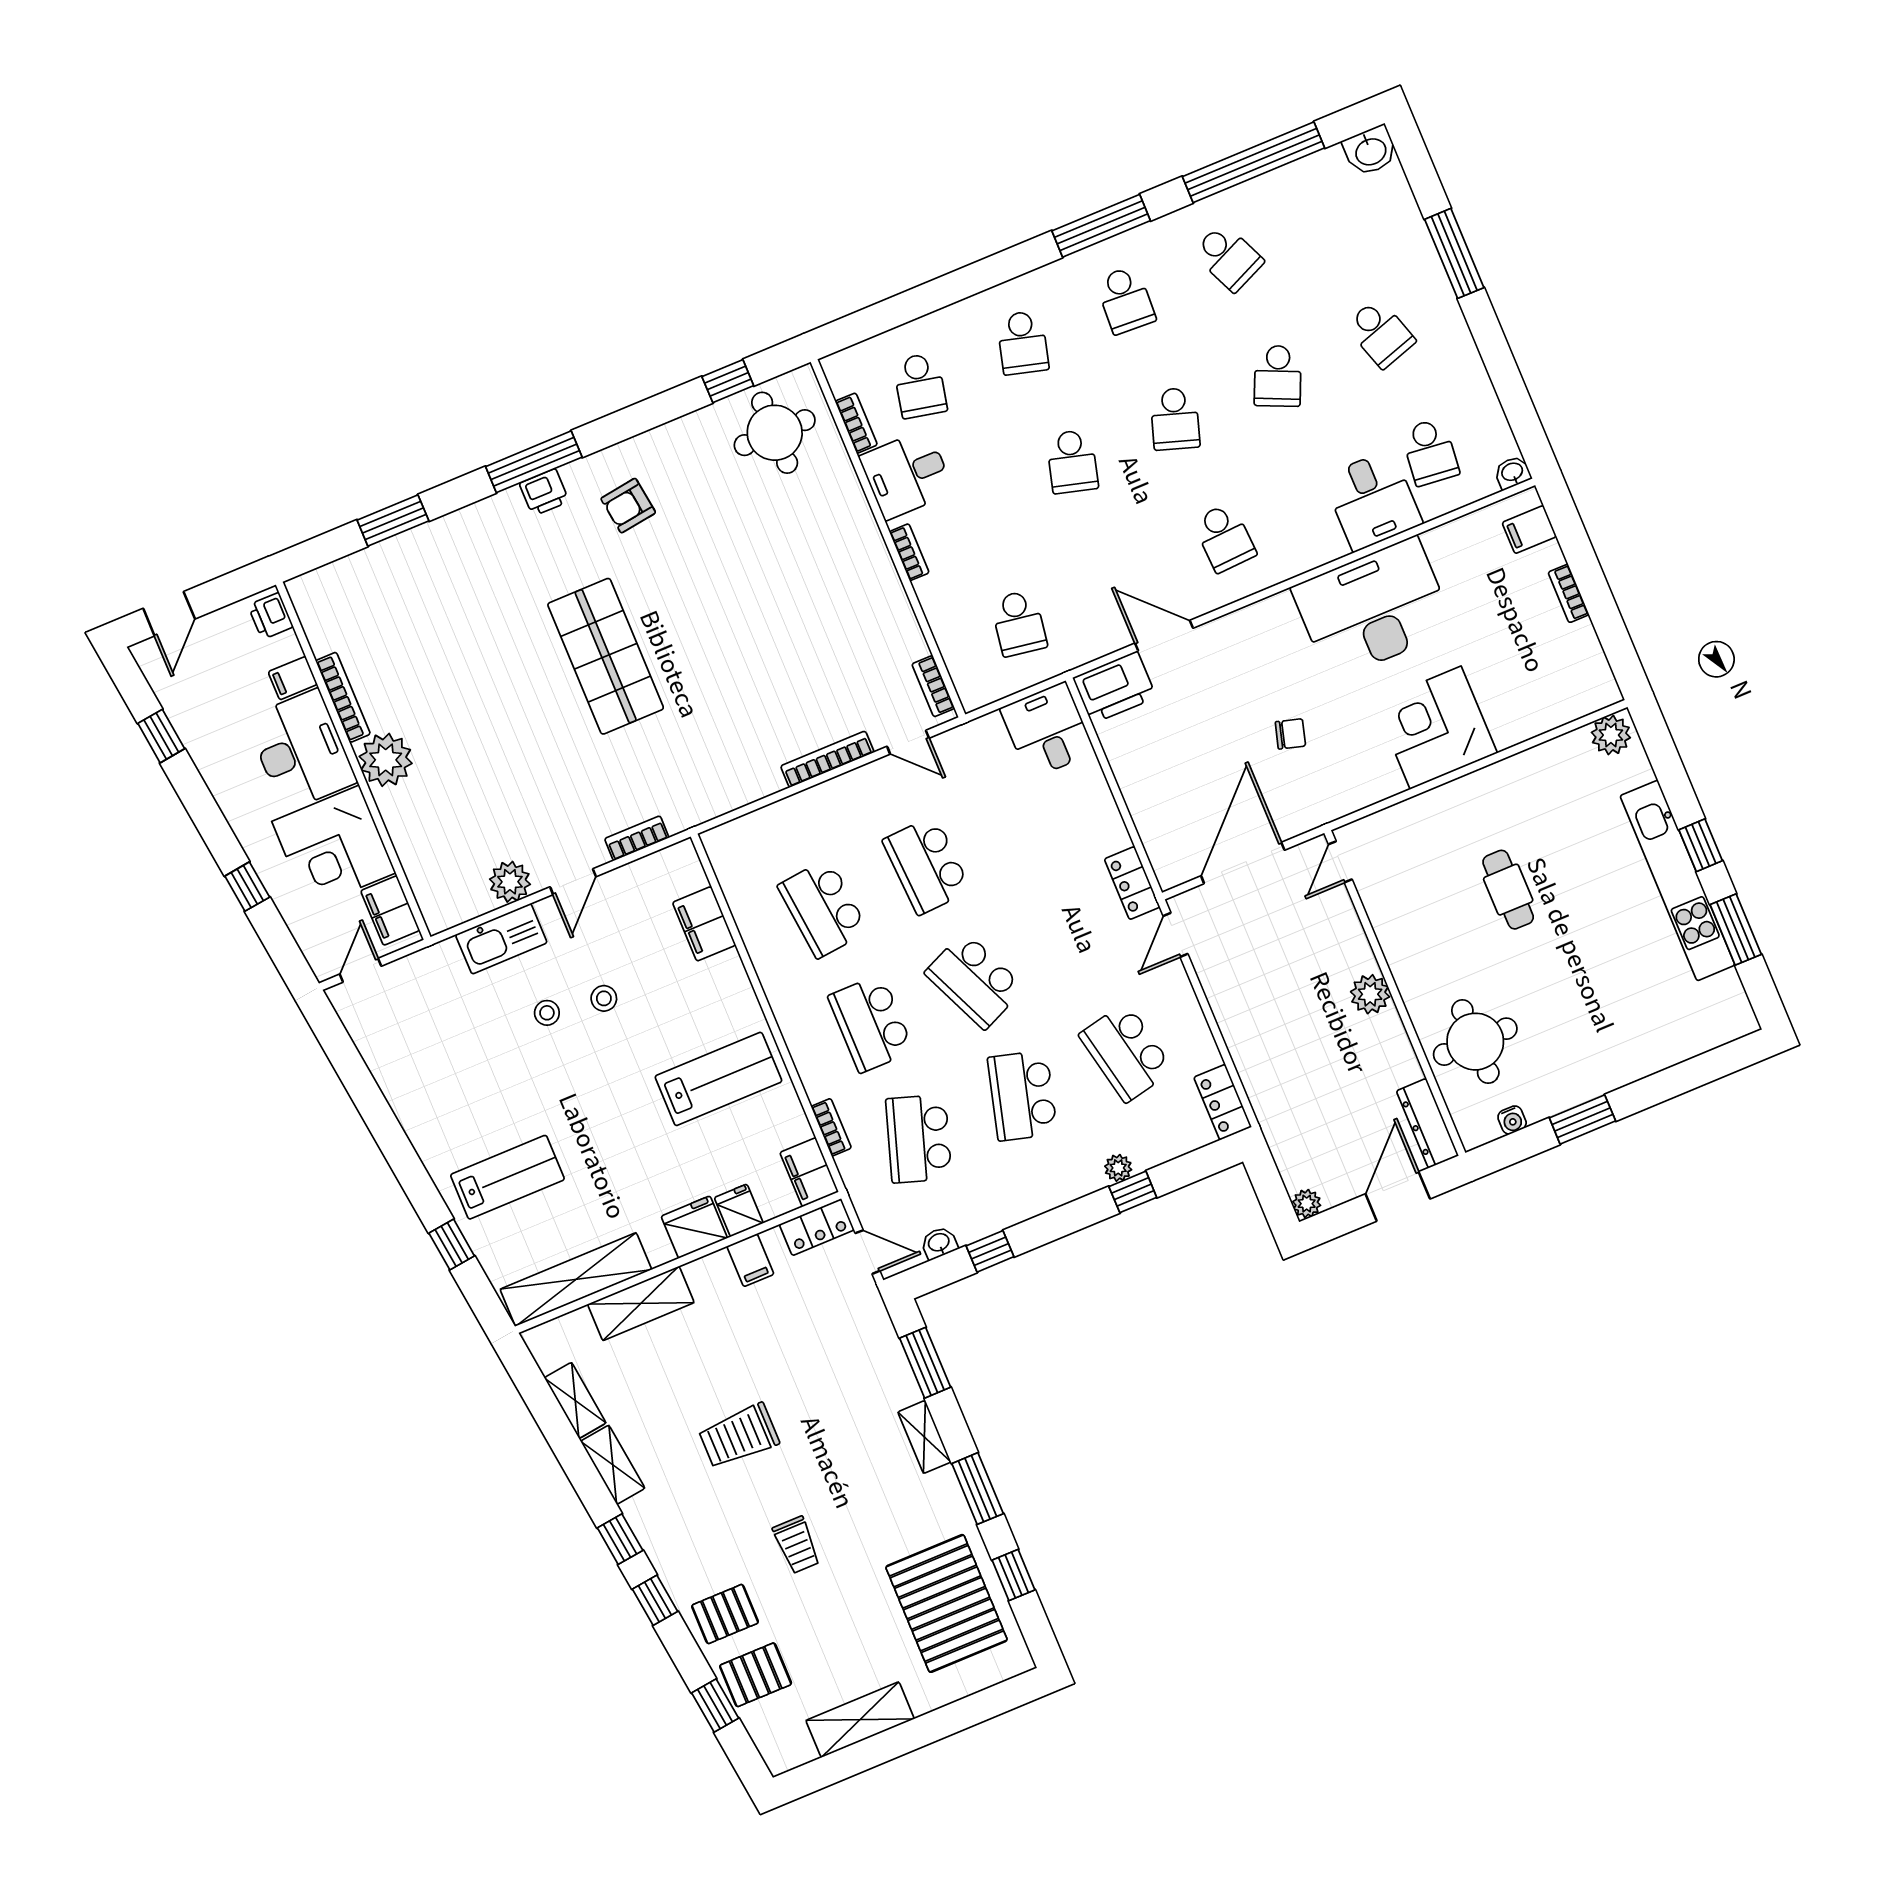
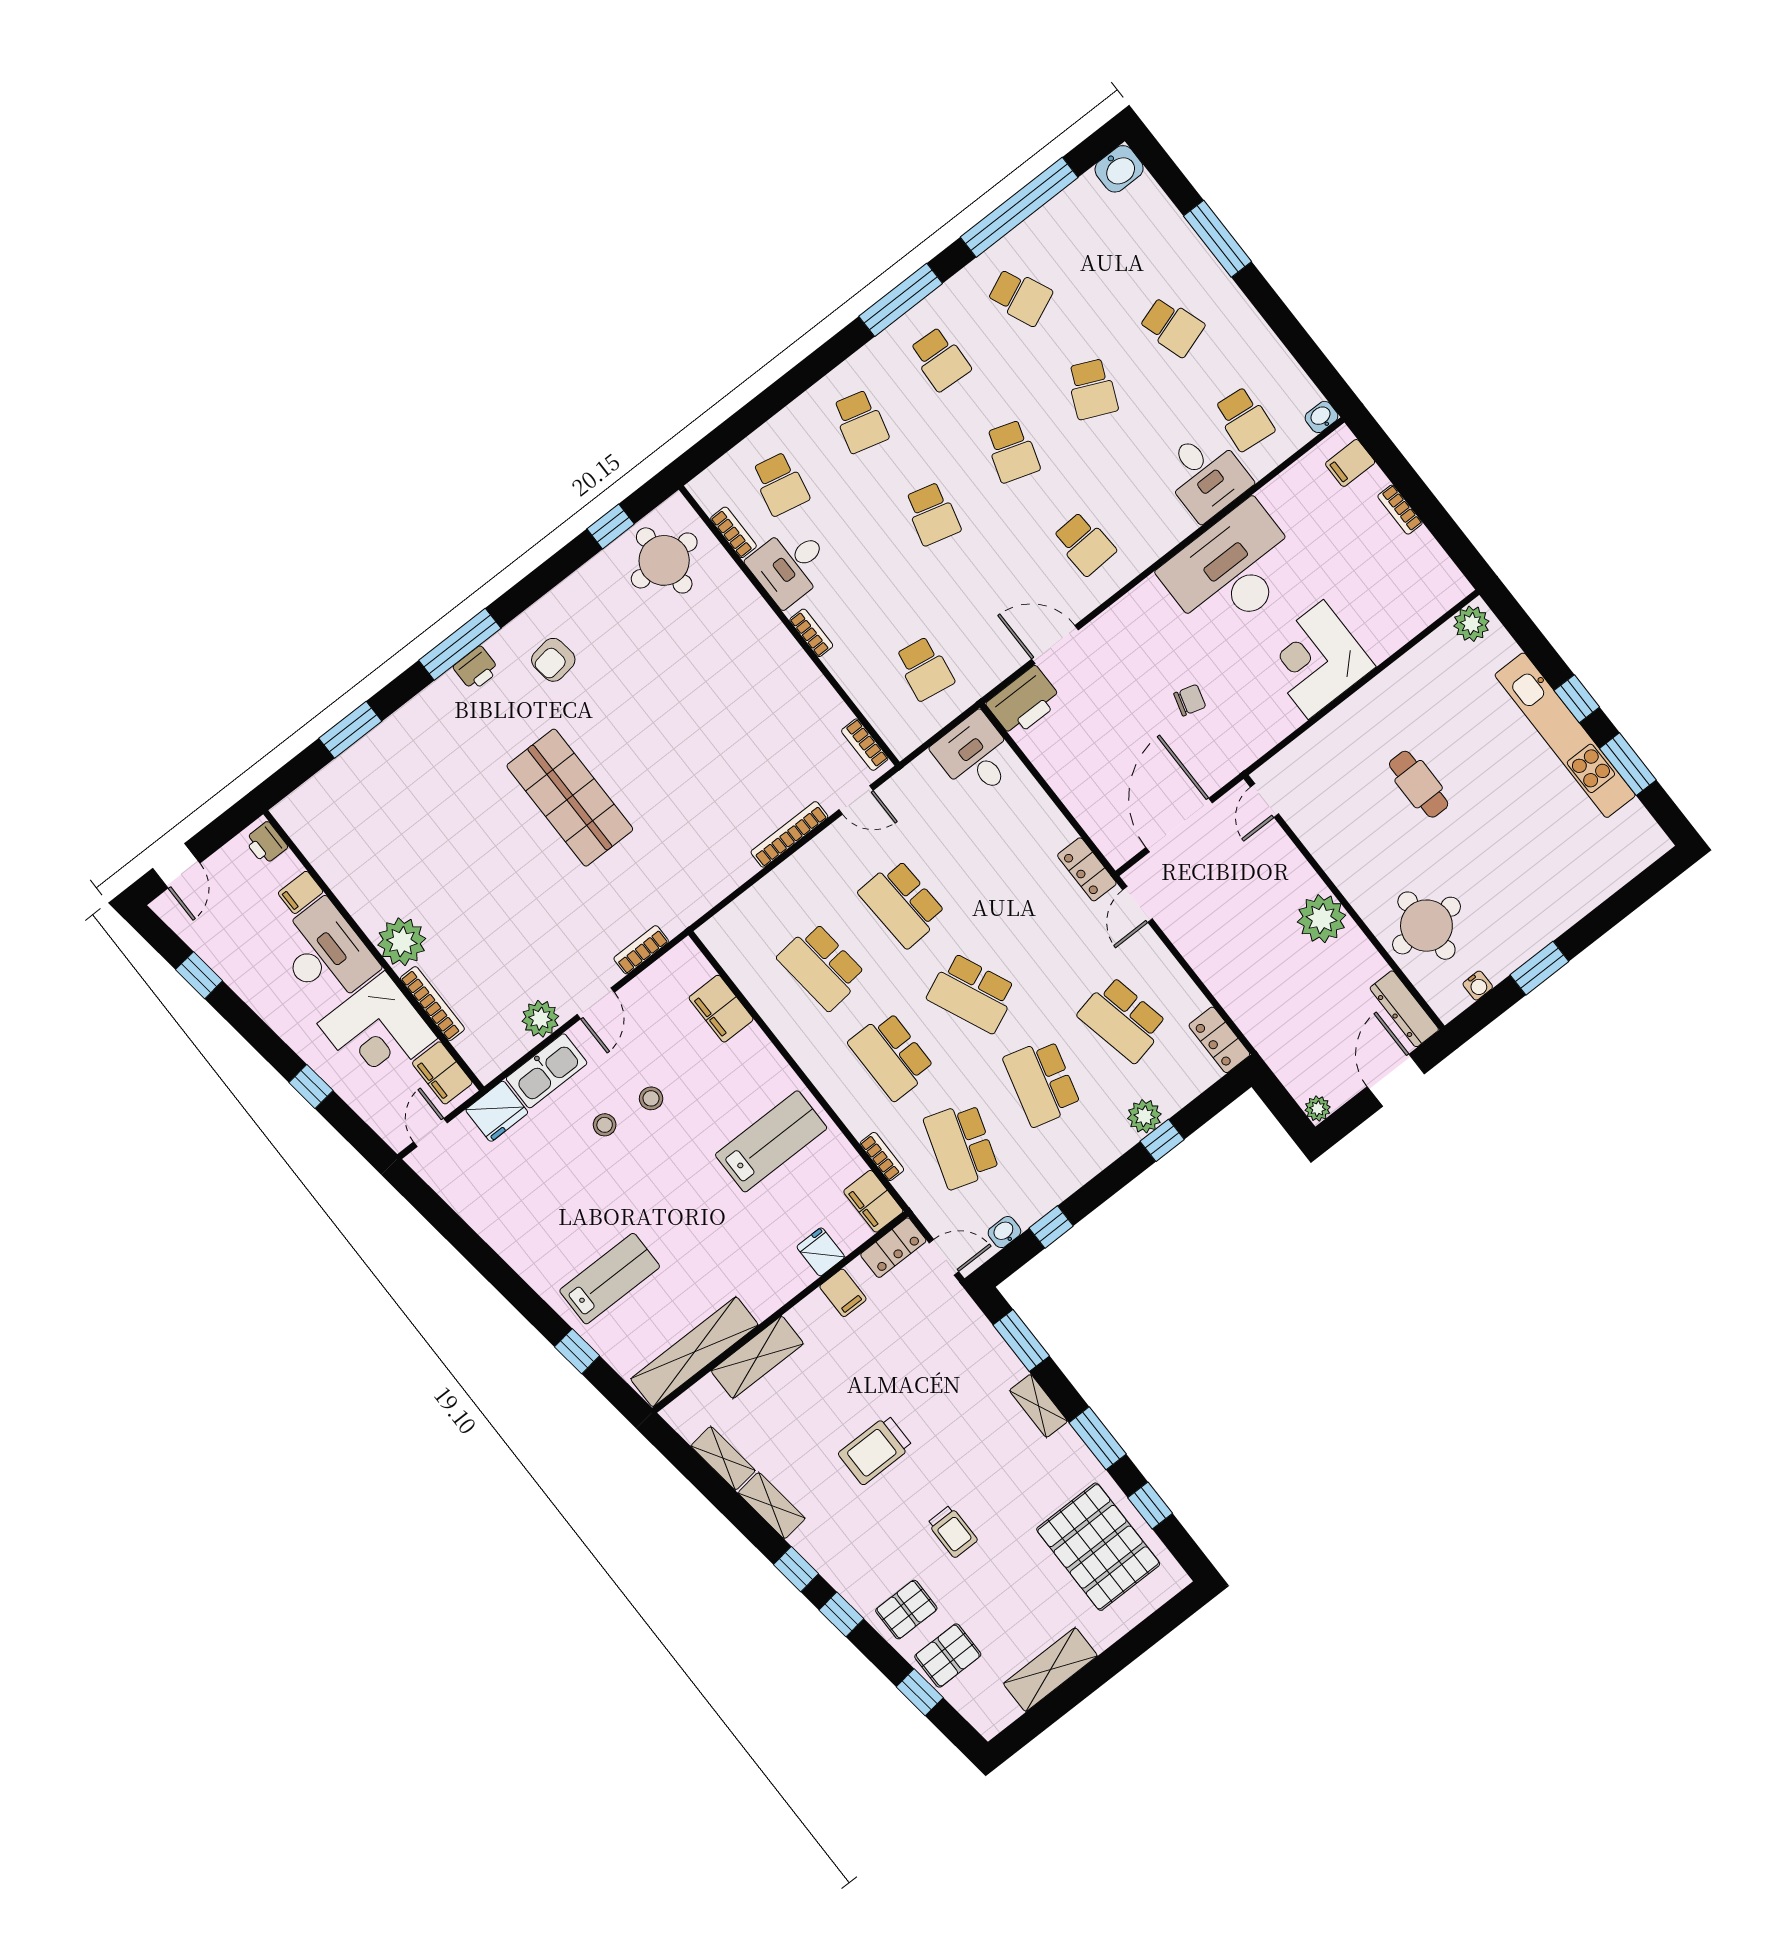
bookcase: (343, 697) -> (432, 1004), moved
plant: (1370, 994) -> (1322, 919), width x1.36, depth x1.36
plant: (1118, 1168) -> (1144, 1116), width x1.38, depth x1.38
fridge: (694, 1227) -> (497, 1111), moved, turned 180

